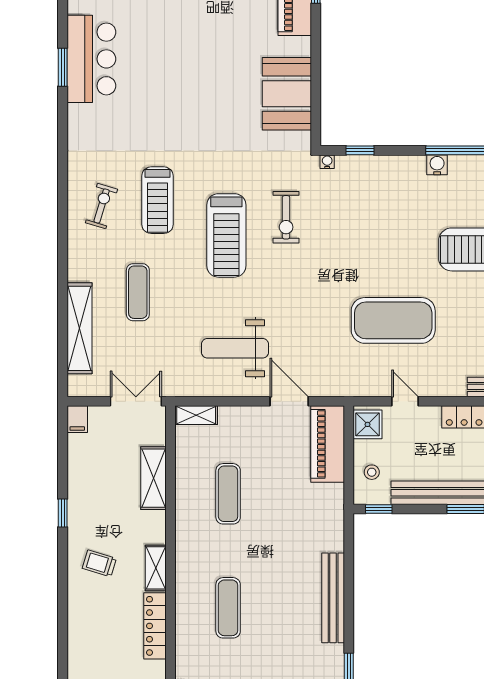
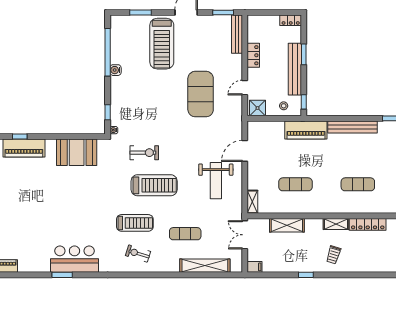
bar counter: (91, 59) -> (74, 259), moved
piano: (328, 444) -> (306, 130), moved

